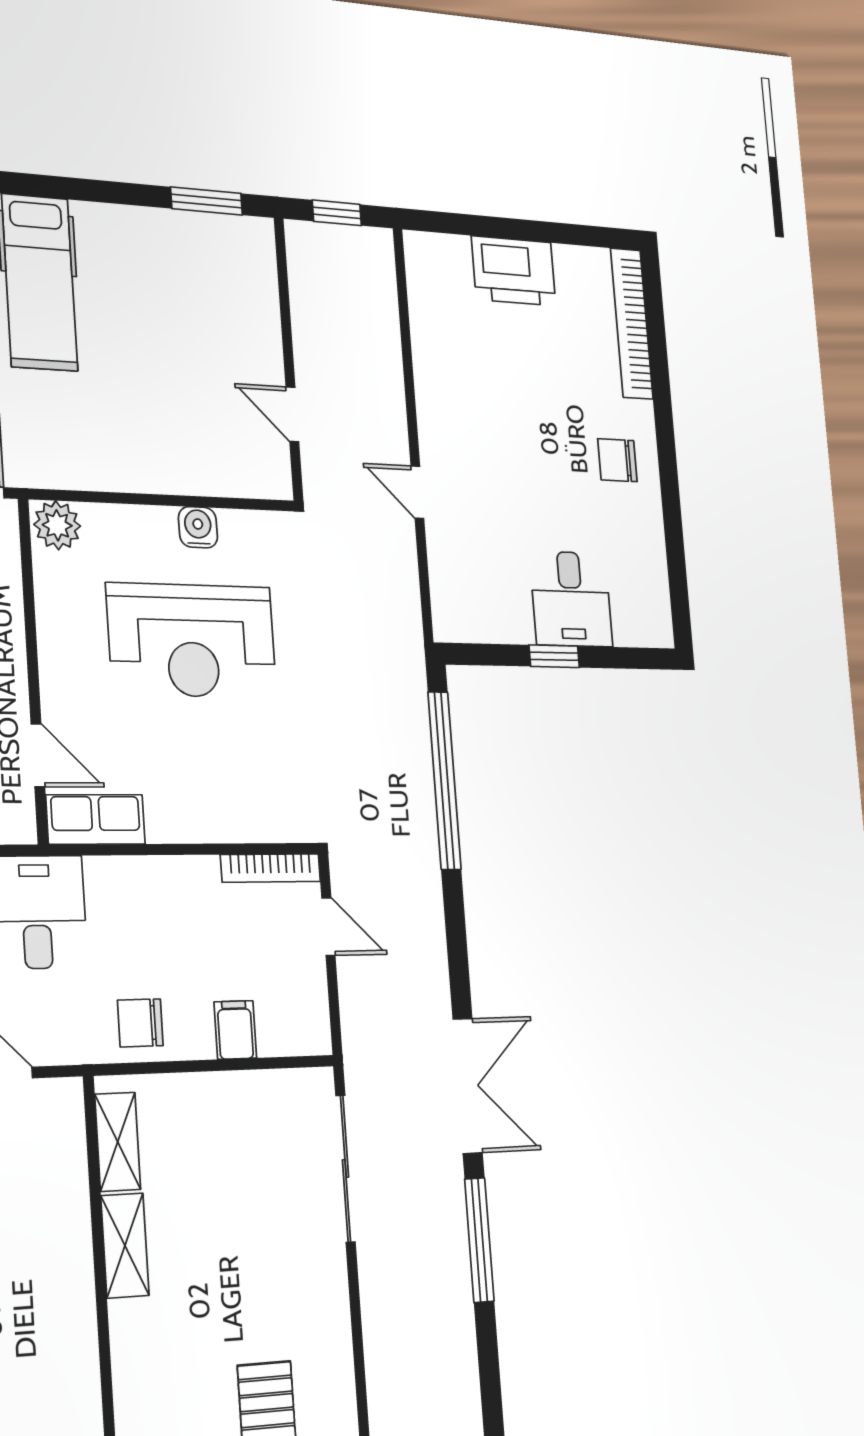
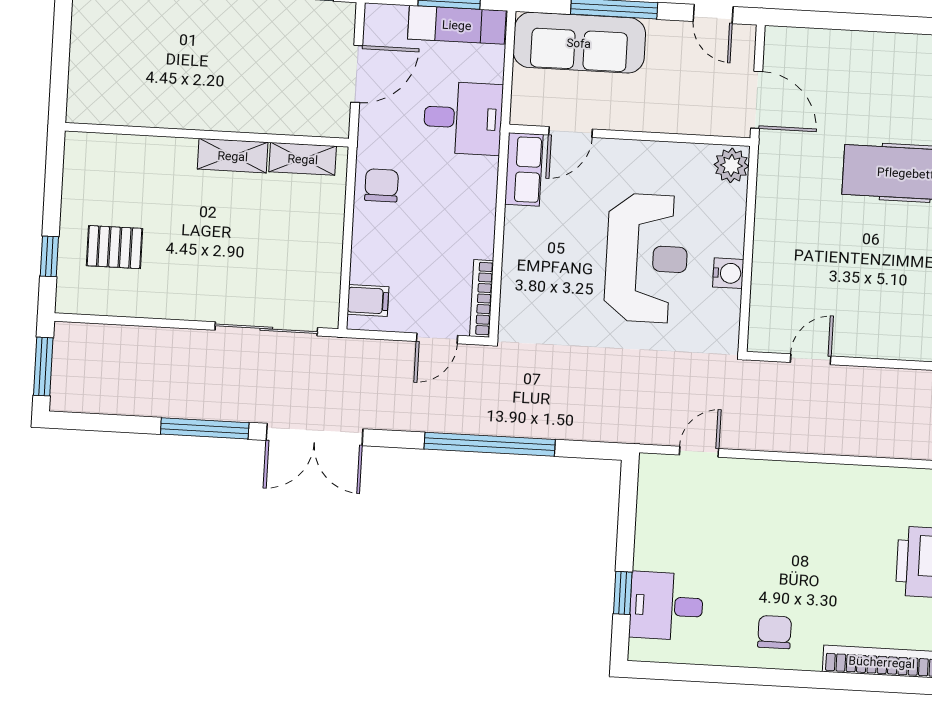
door: (417, 492) -> (699, 452), moved
desk: (571, 599) -> (666, 606), moved
reception desk: (192, 640) -> (647, 258), turned 180
window: (554, 656) -> (623, 593), moved
window: (444, 780) -> (490, 444), moved
filing cabinet: (235, 1030) -> (368, 301), moved

